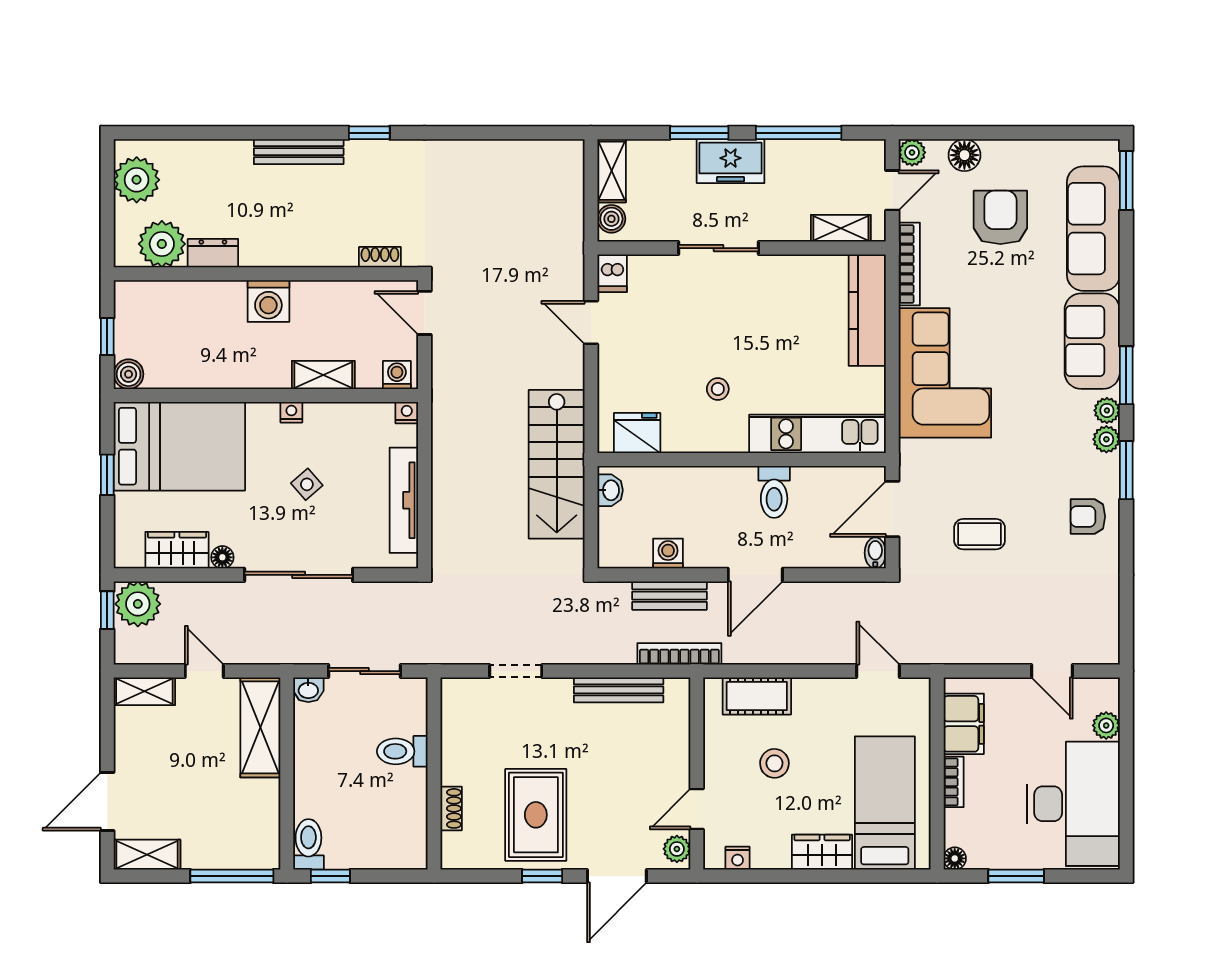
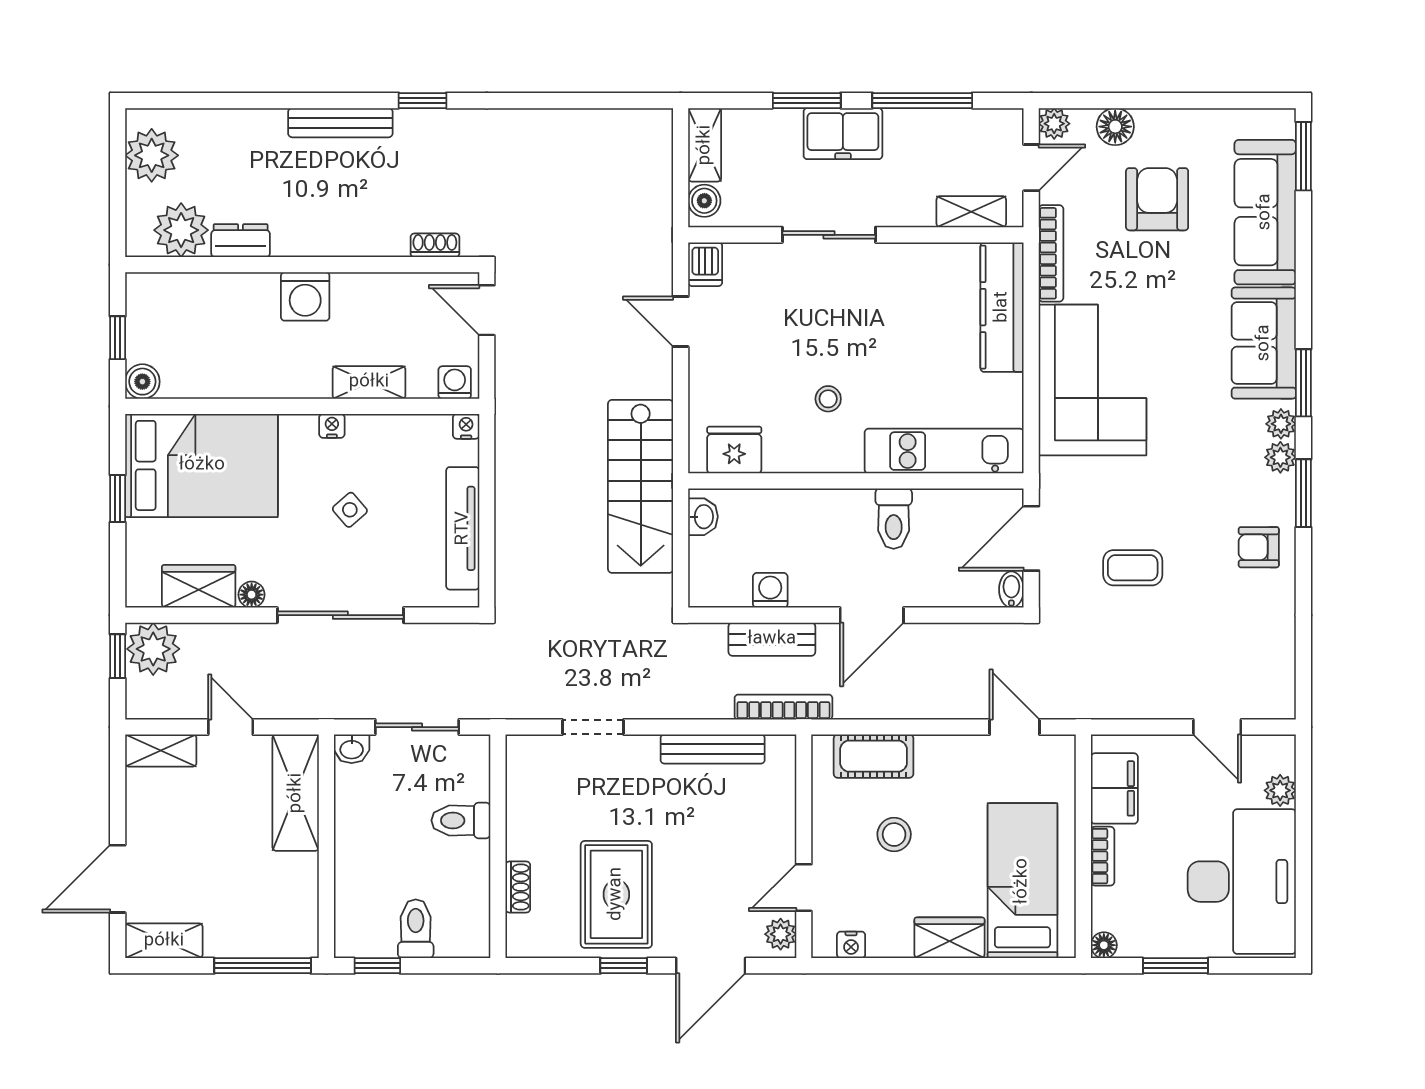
toilet: (308, 844) -> (416, 929), moved

